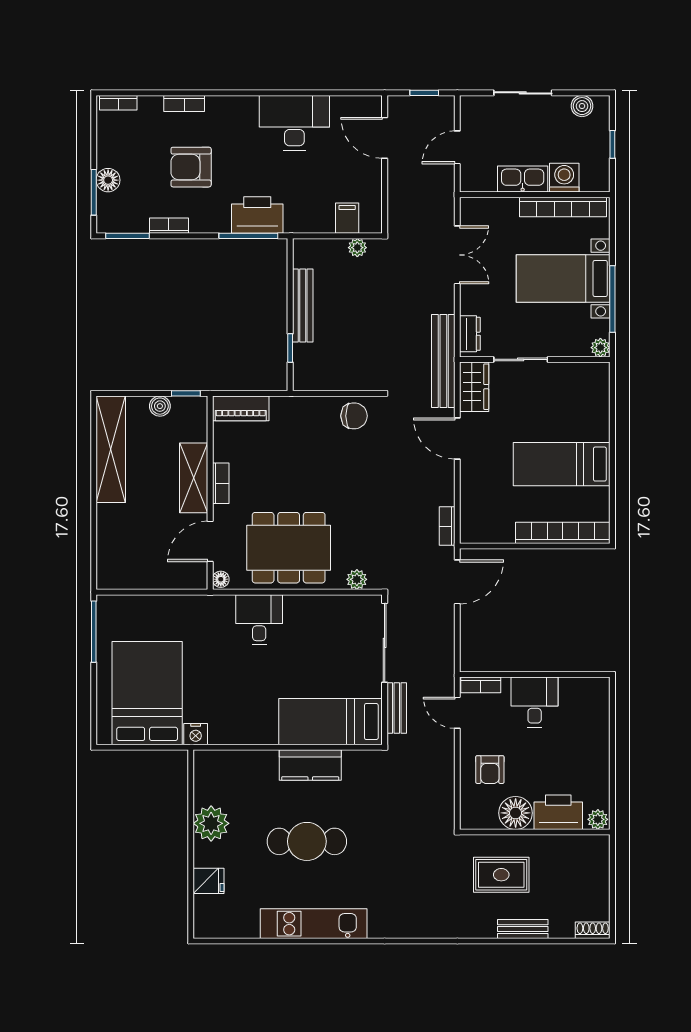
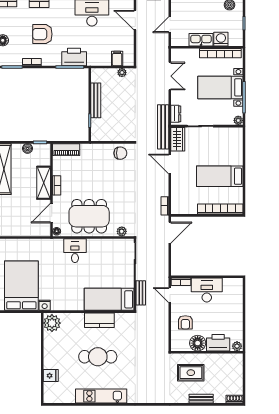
desk: (535, 702) -> (207, 290), width x1.37
plant: (211, 823) -> (52, 323), moved

